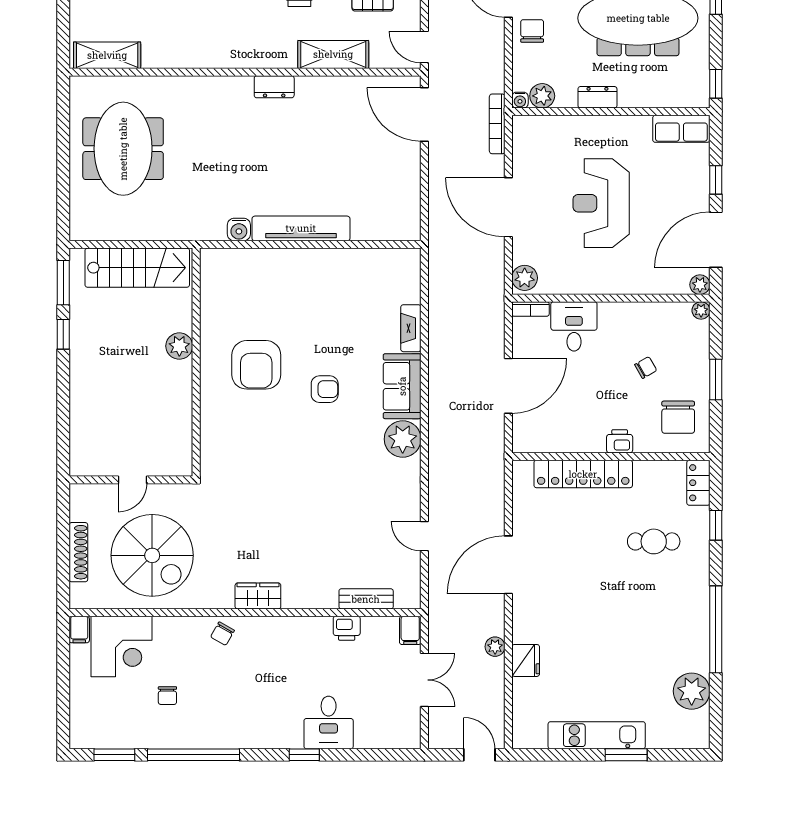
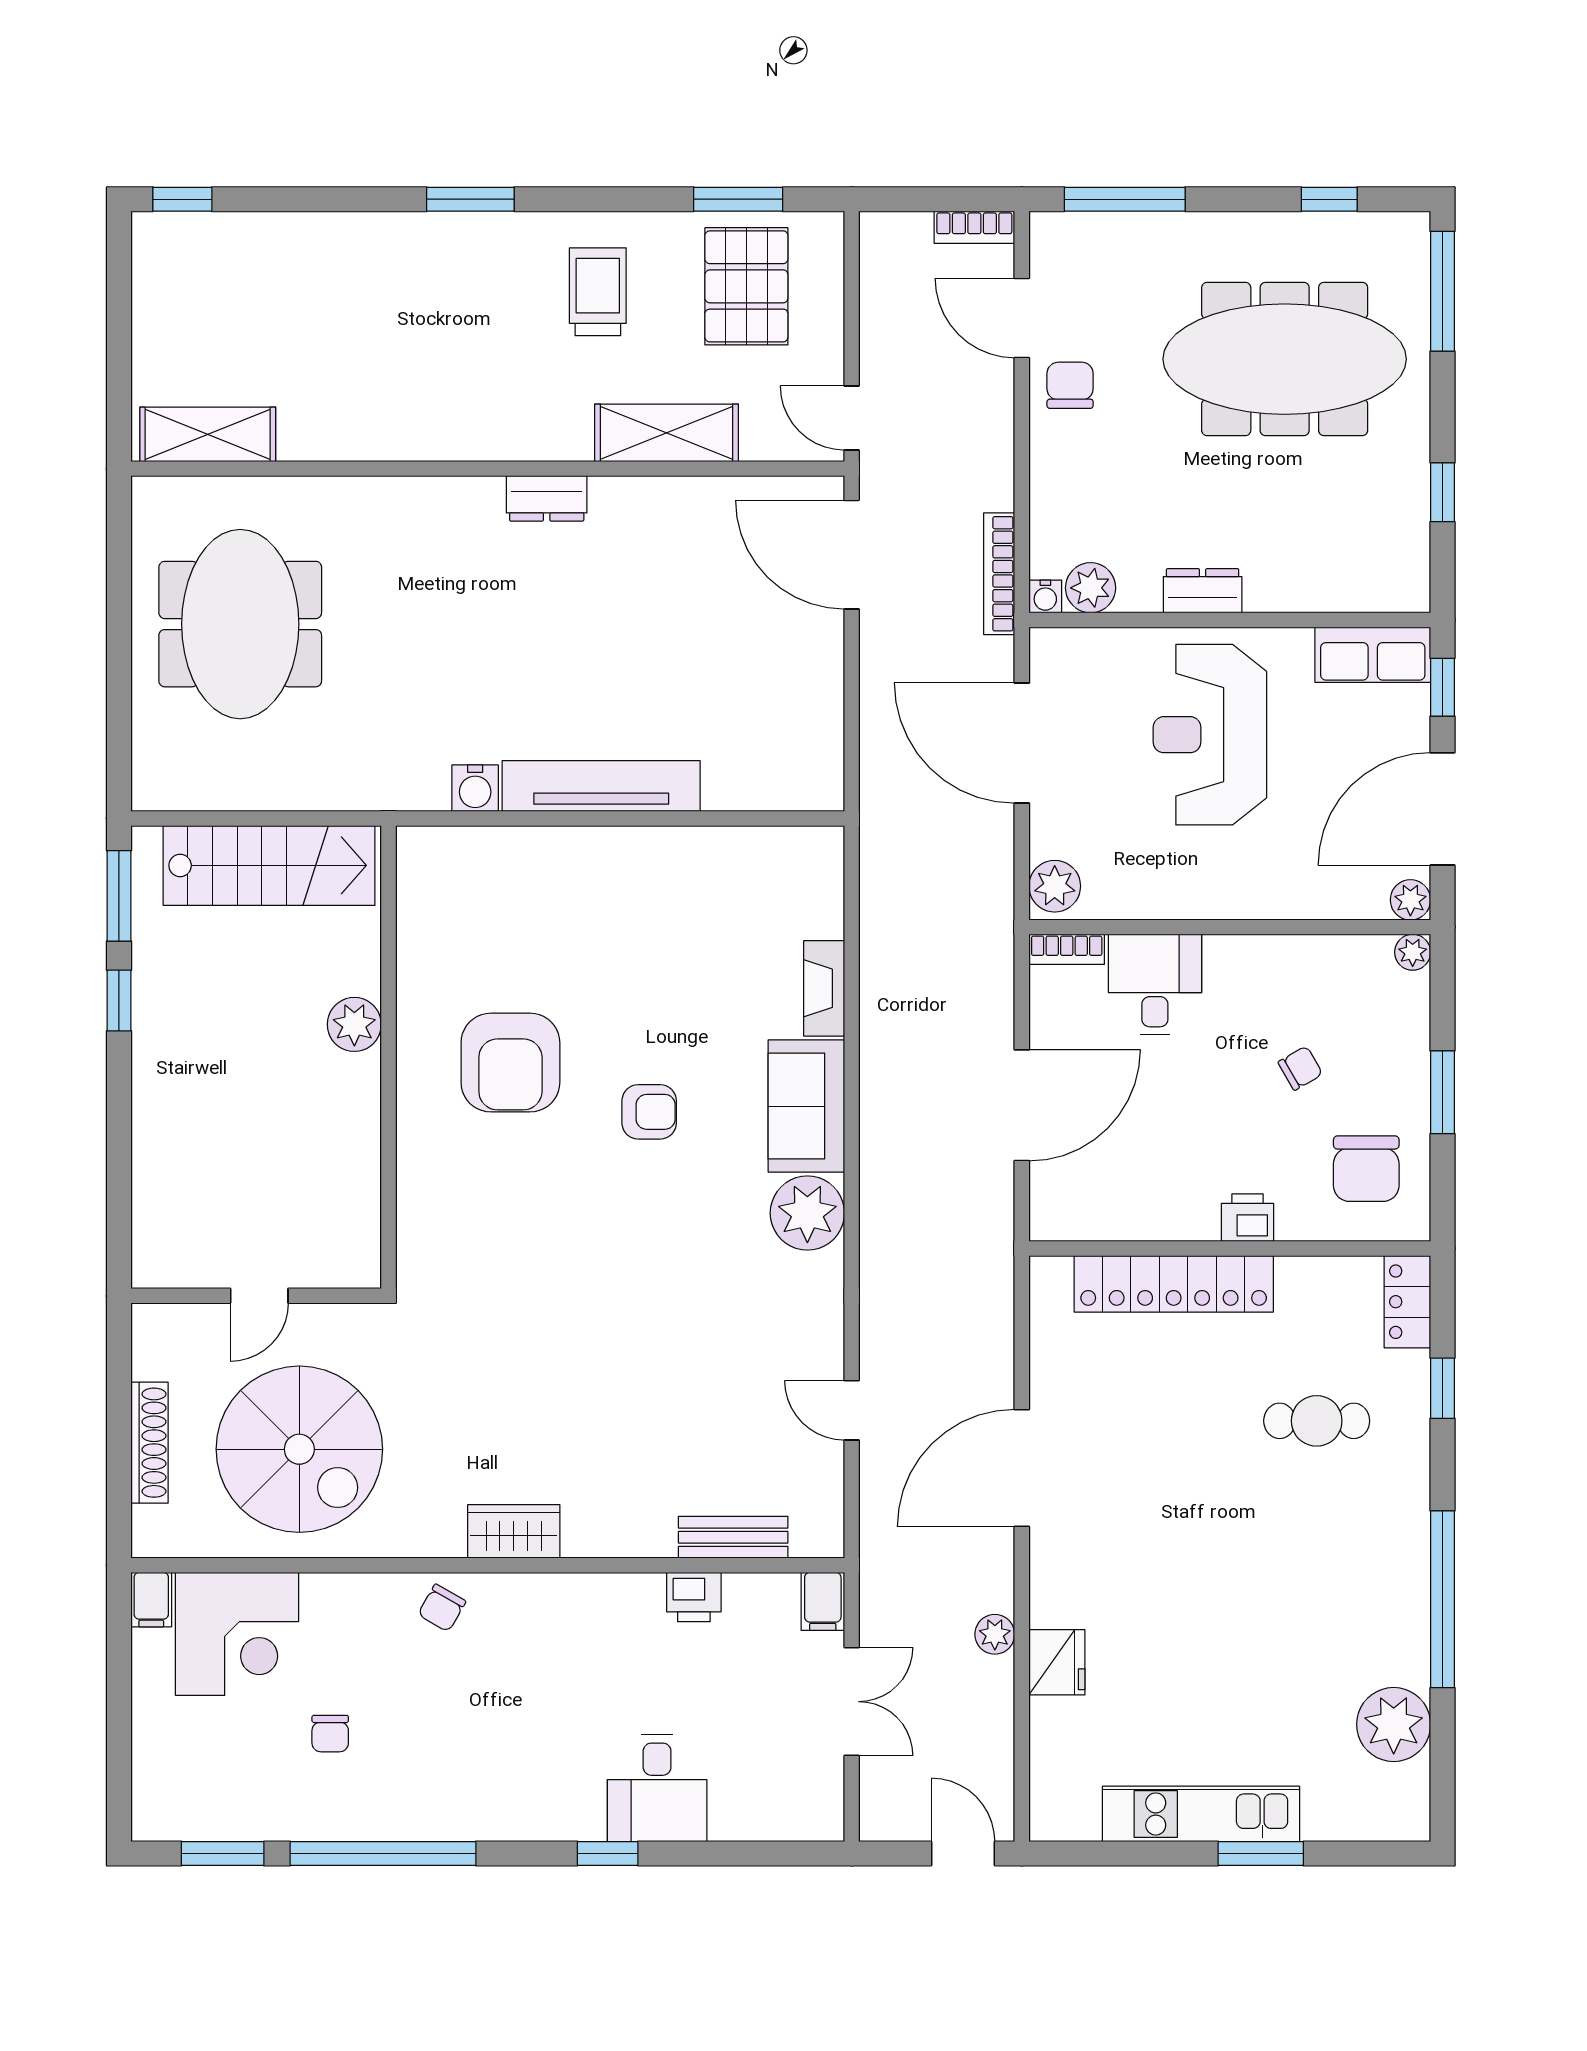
plant: (542, 96) -> (1091, 588), moved
dresser: (597, 97) -> (1203, 591), moved
water cooler: (520, 100) -> (1045, 596), moved
wall: (611, 112) -> (1230, 620), moved
row of seats: (681, 129) -> (1373, 655), moved

